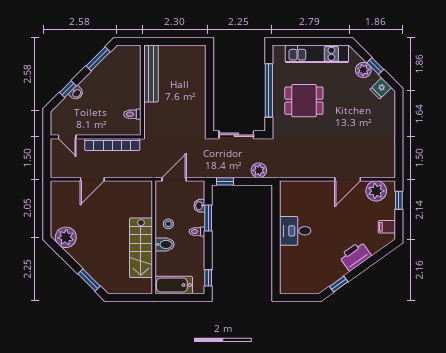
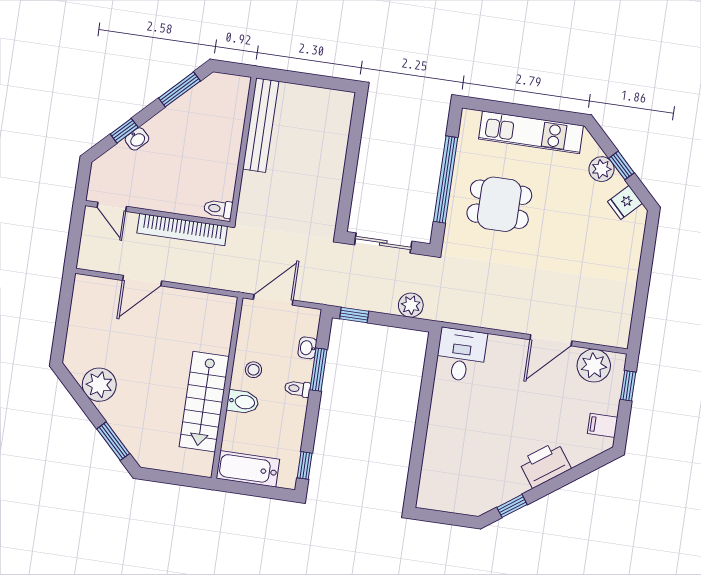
toilet: (132, 114) -> (218, 209), moved
desk: (295, 231) -> (461, 355), moved, turned 90
plant: (66, 237) -> (99, 385), moved

